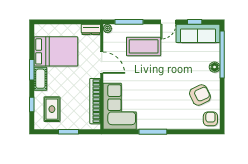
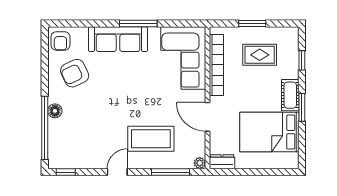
window: (195, 22) -> (66, 172), moved
sofa: (198, 33) -> (118, 39), moved, turned 180
rug: (52, 109) -> (260, 55), moved, turned 90

